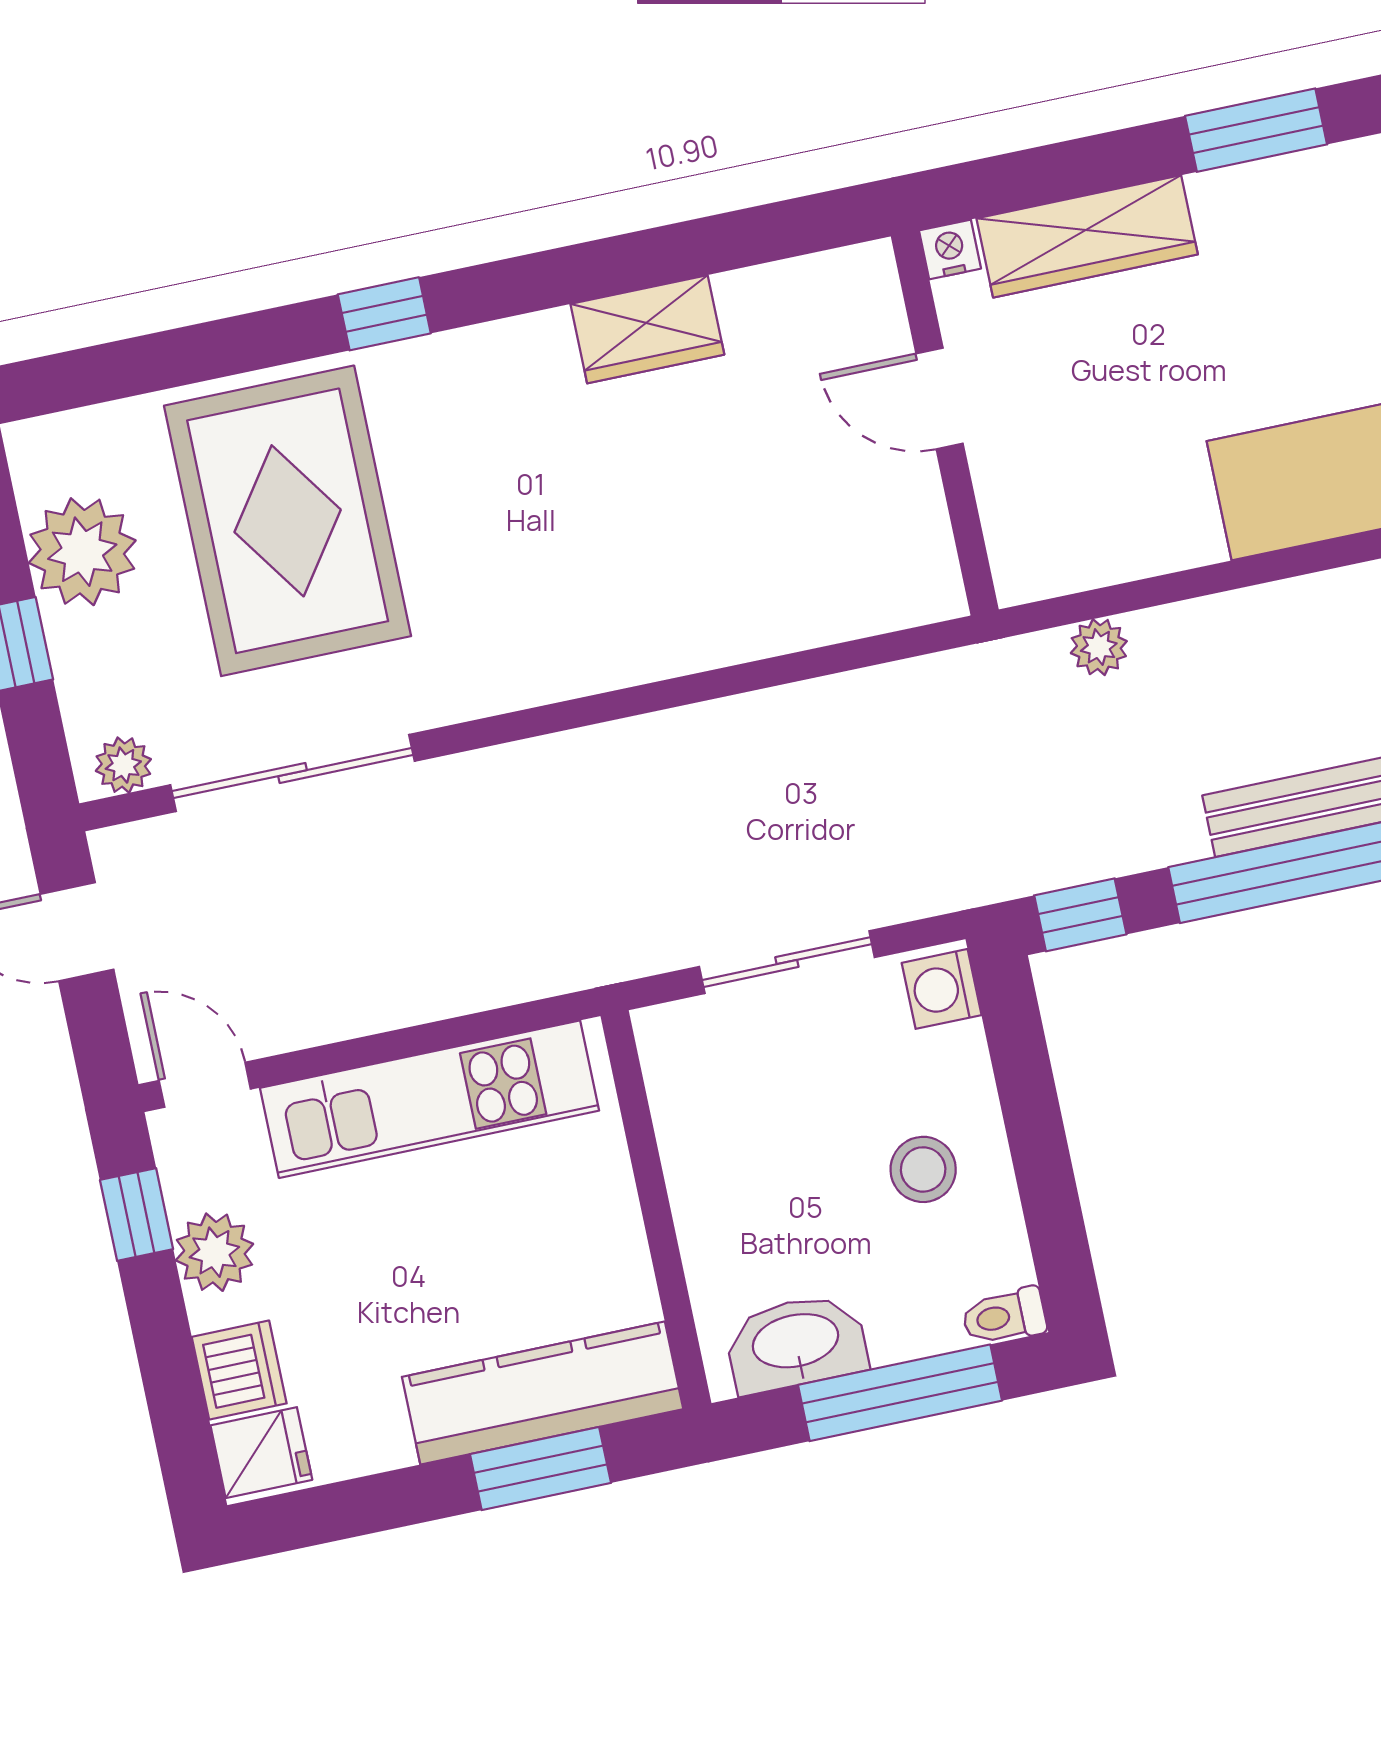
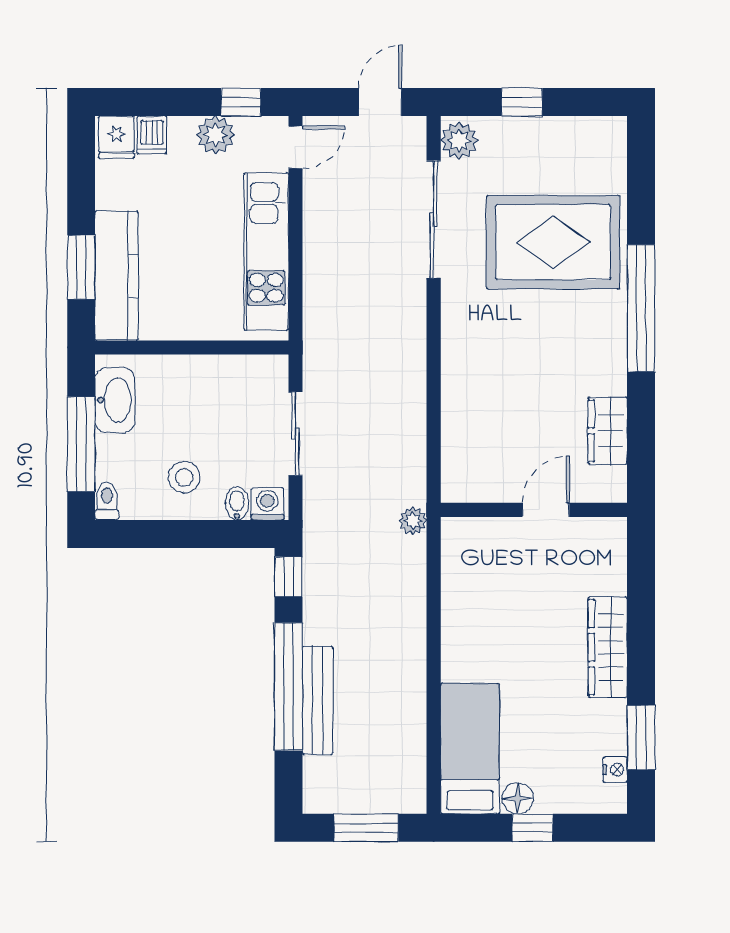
nightstand: (950, 250) -> (615, 770), moved
window: (384, 314) -> (641, 308), width x3.17
door: (940, 398) -> (546, 510), moved
wall: (945, 423) -> (534, 510), moved
plant: (82, 552) -> (559, 142), removed
plant: (1099, 647) -> (413, 521), moved
plant: (123, 765) -> (459, 140), width x1.38, depth x1.38
bidet: (953, 1051) -> (237, 503), added
dishwasher: (239, 1370) -> (152, 135), width x0.73

